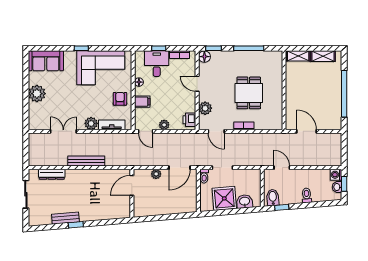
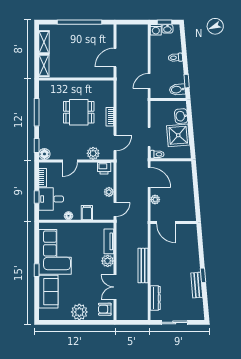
sofa: (46, 61) -> (48, 292), moved
armchair: (120, 99) -> (105, 309), moved

